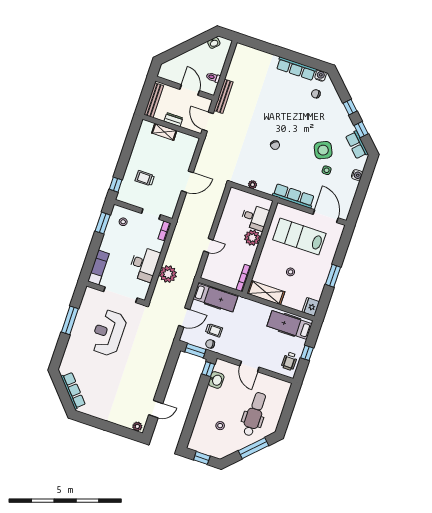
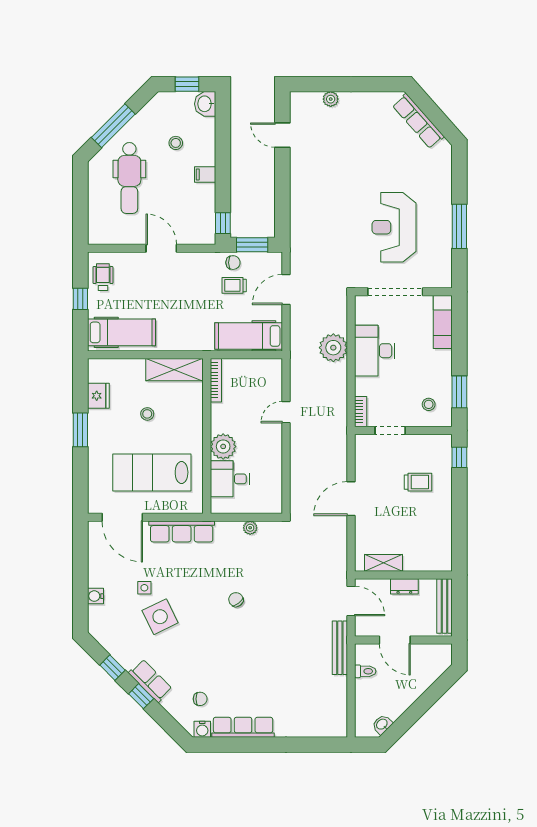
shelving: (164, 132) -> (383, 563), moved
row of seats: (357, 145) -> (150, 681), moved
lab bench: (299, 237) -> (152, 472), turned 180
fridge: (311, 307) -> (98, 396), moved
reception desk: (108, 333) -> (394, 227), turned 180
washbasin: (216, 380) -> (205, 104), moved
filing cabinet: (209, 401) -> (205, 174), added
door: (156, 409) -> (282, 135), hinge flipped
plant: (137, 426) -> (331, 99), moved

